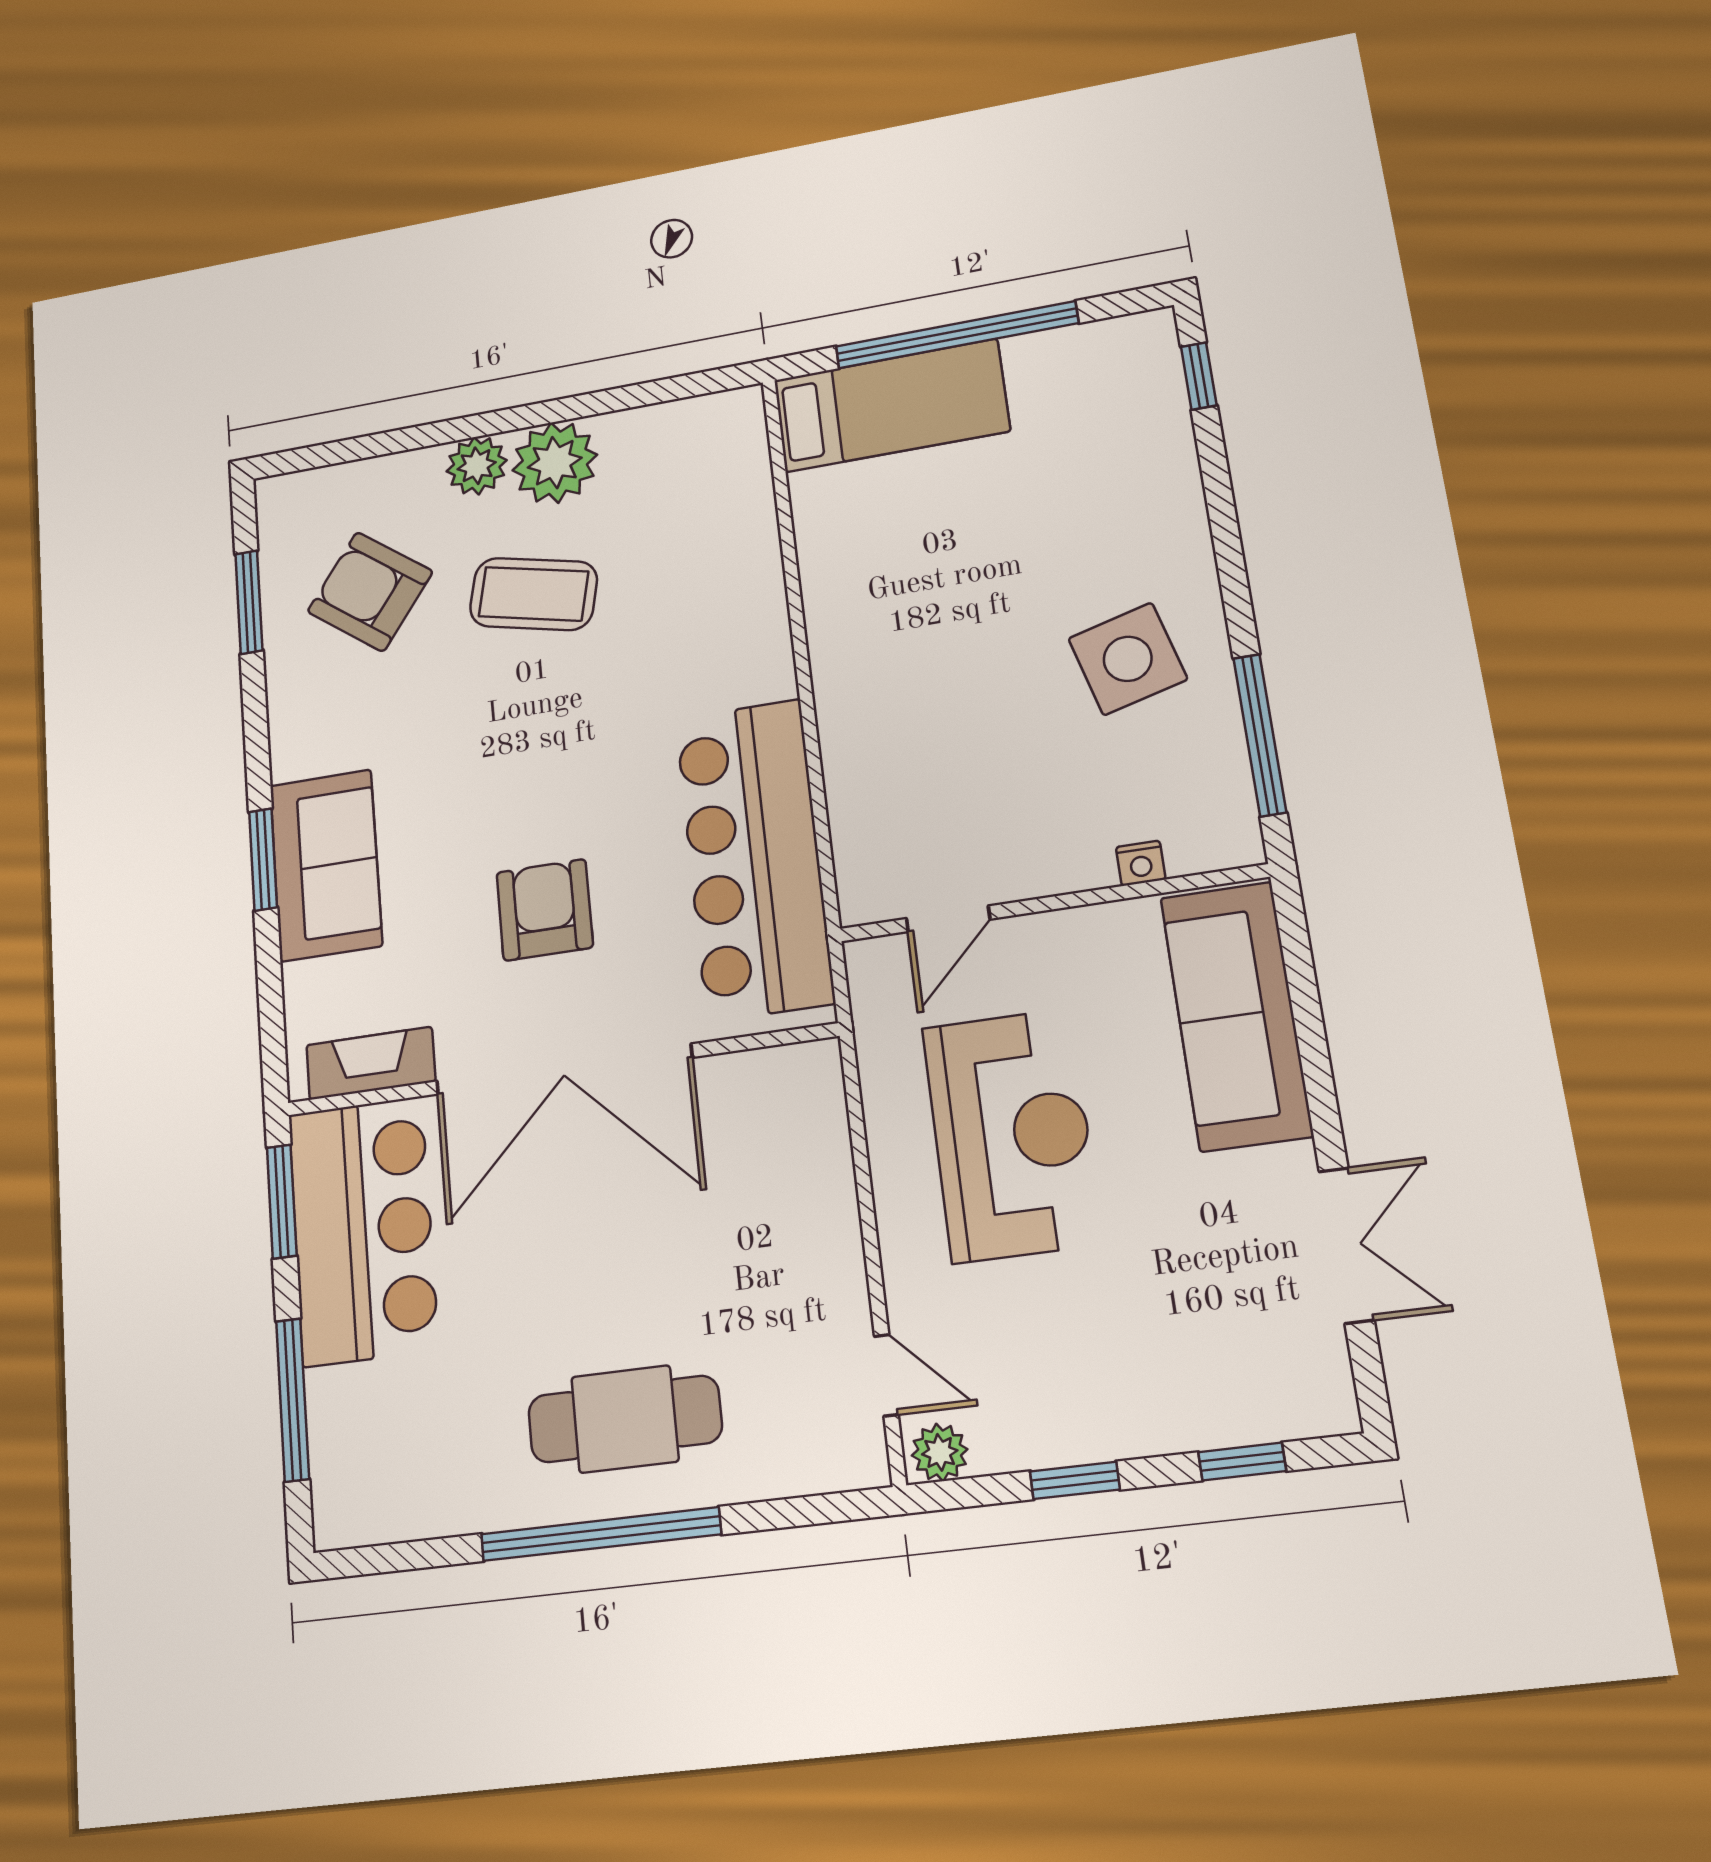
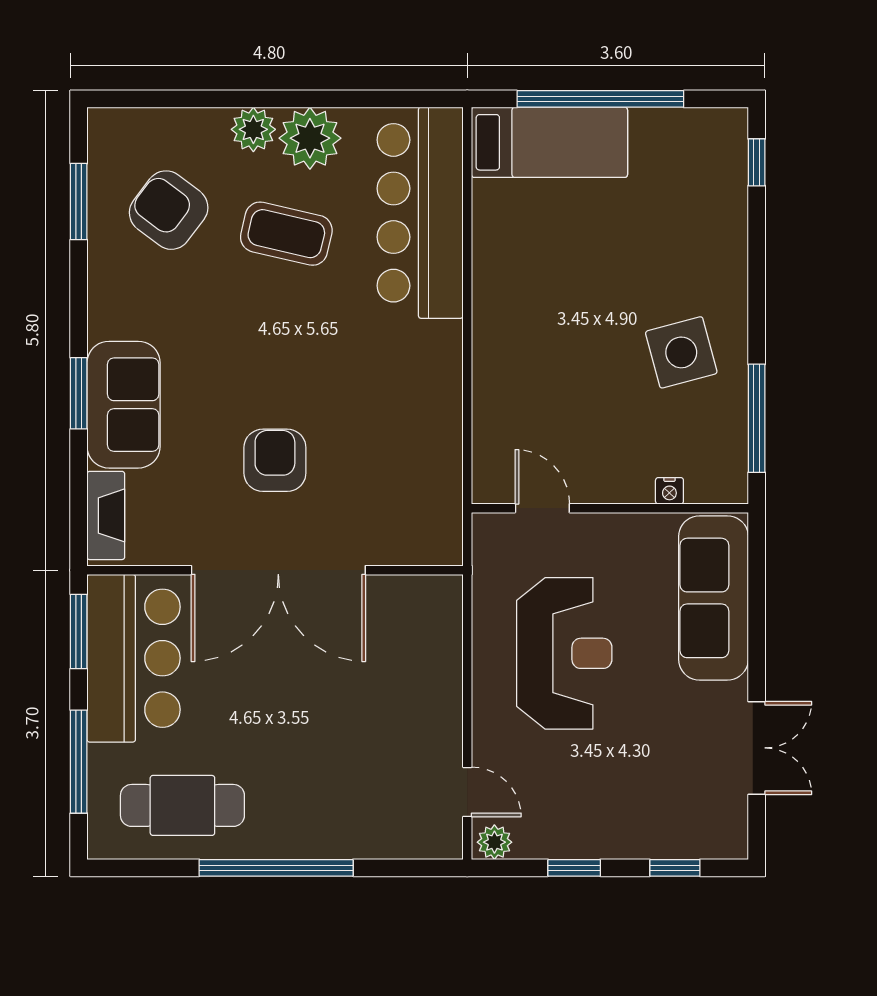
bar counter: (754, 859) -> (420, 213), moved
door: (948, 919) -> (542, 508), swing flipped
fireplace: (371, 1063) -> (106, 515), moved, turned 90
cafe table: (625, 1419) -> (182, 805), moved

